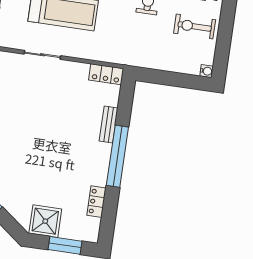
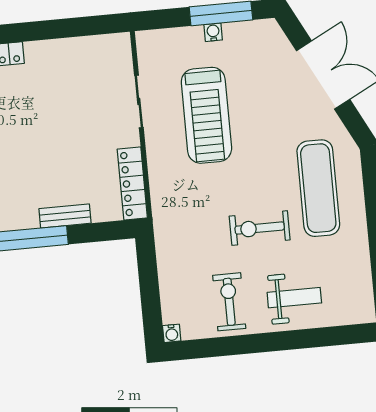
locker: (106, 74) -> (132, 183), width x1.53

